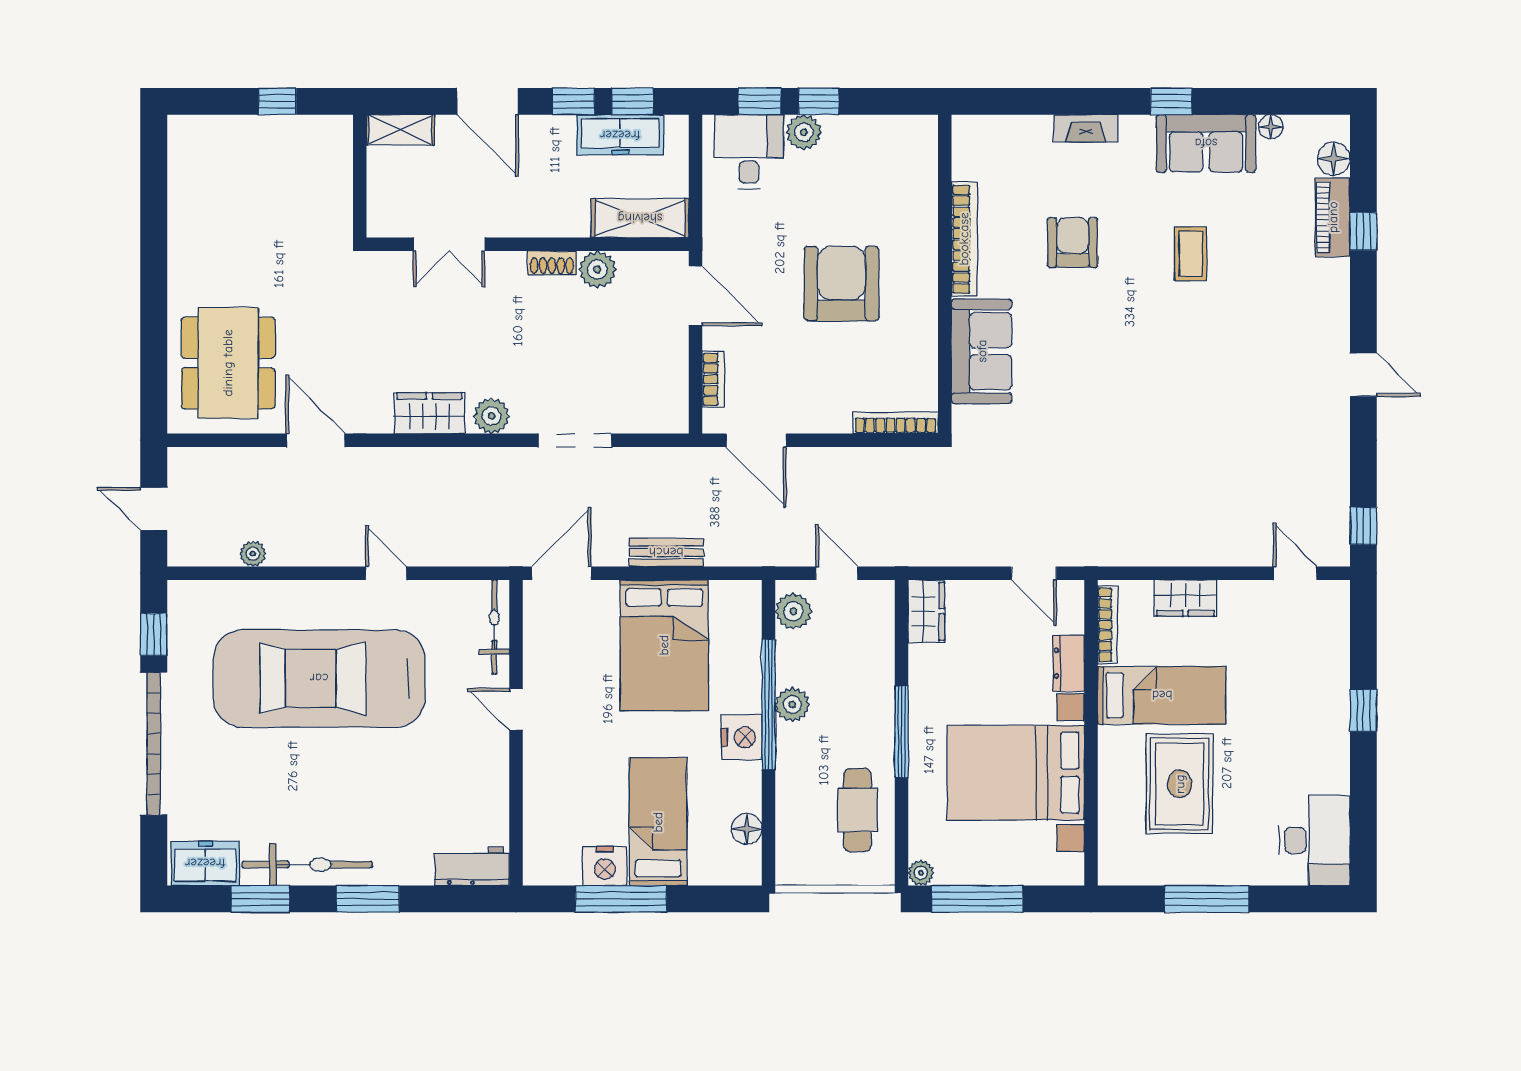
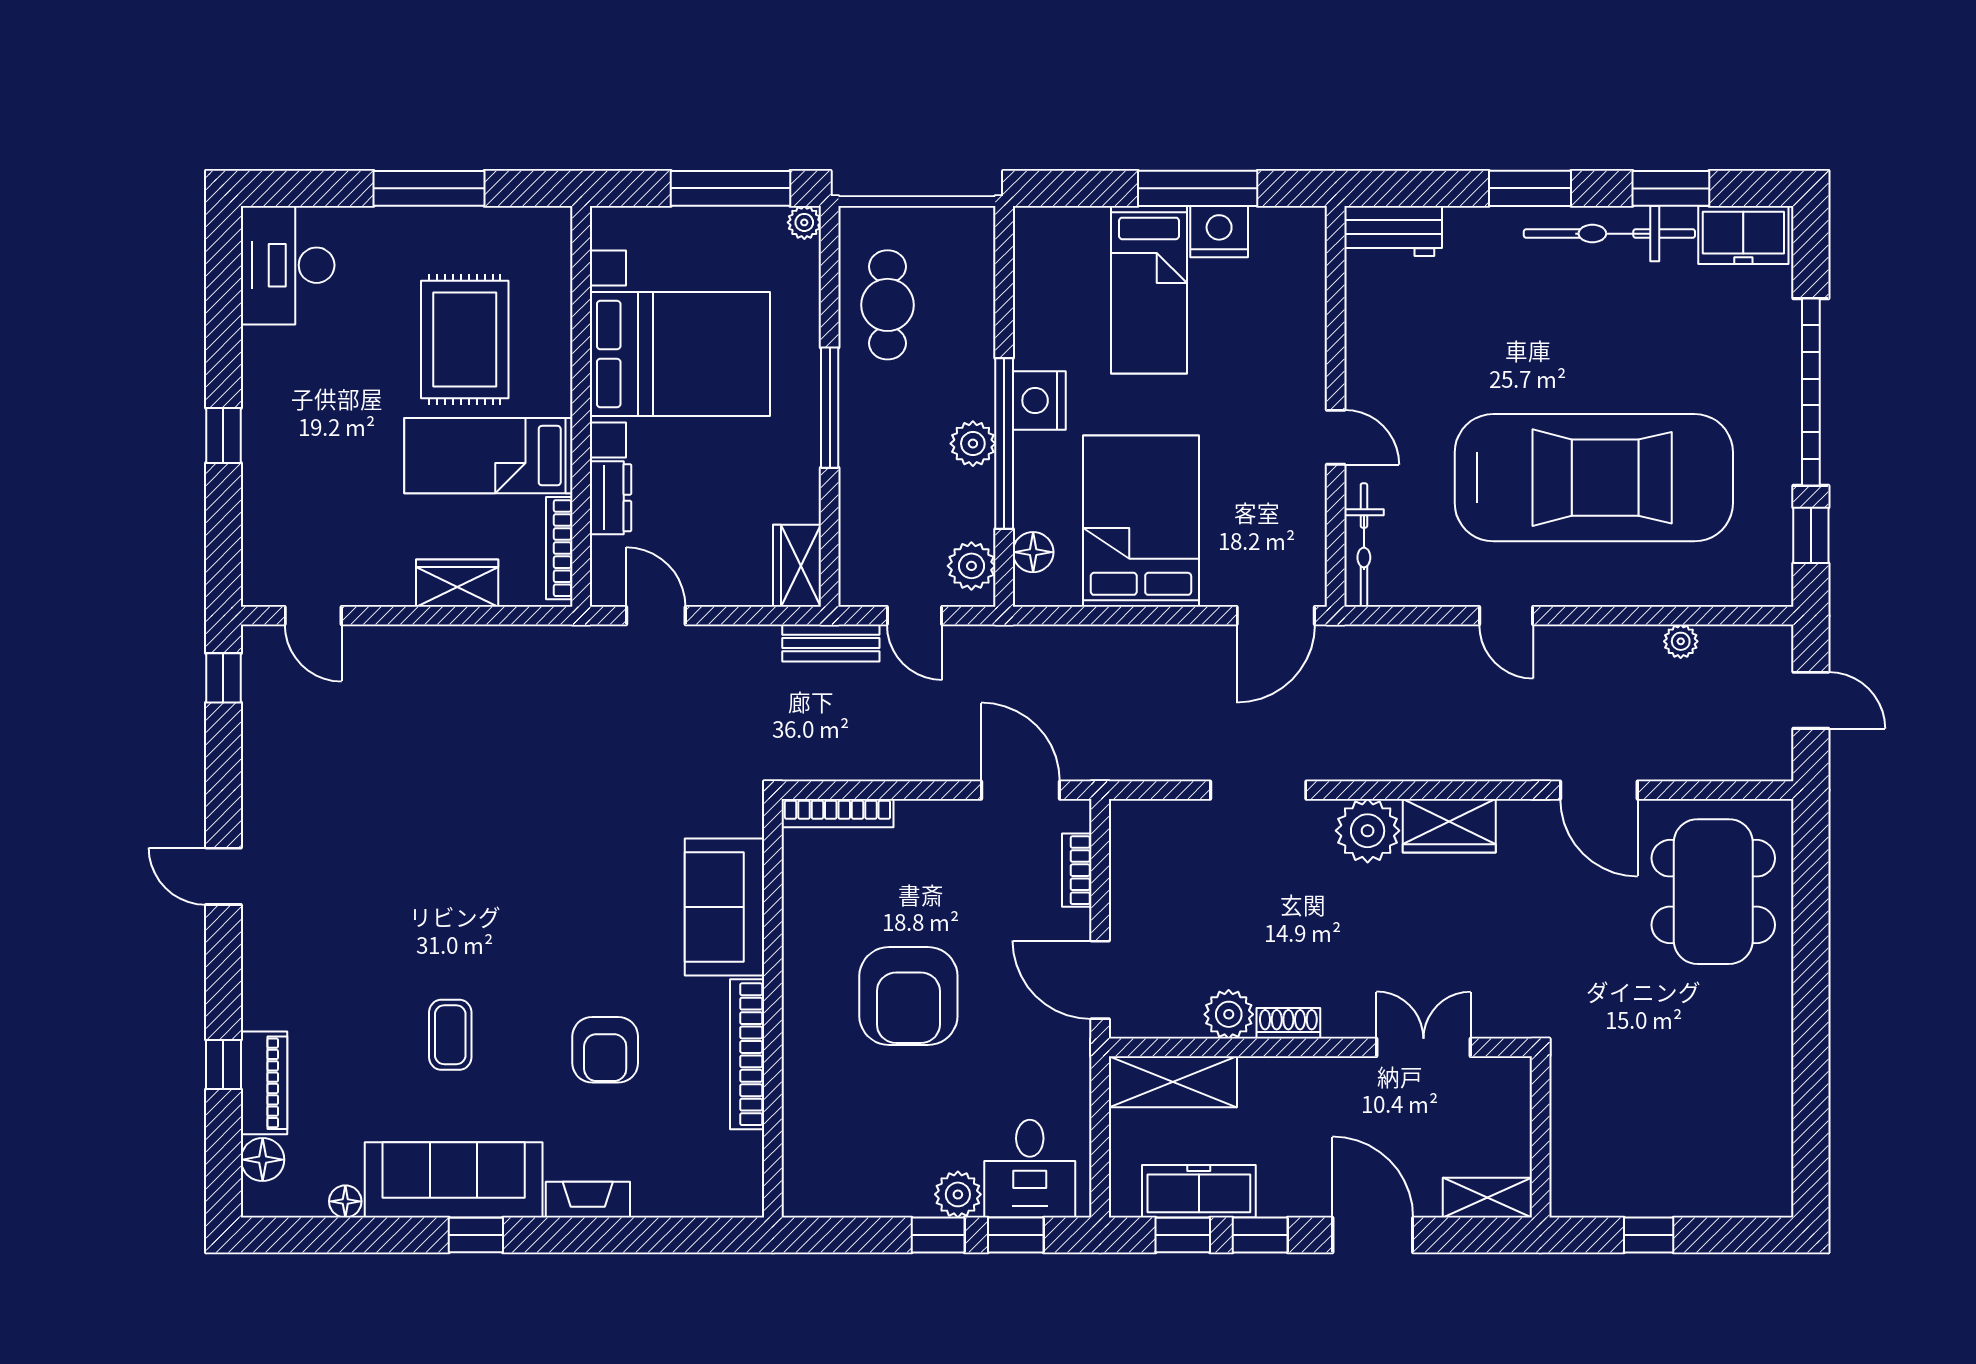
sofa: (1206, 143) -> (454, 1180), width x1.36
plant: (492, 416) -> (1368, 831), width x1.36, depth x1.36
bench: (666, 552) -> (831, 643), moved
floor lamp: (746, 829) -> (1033, 552), moved

